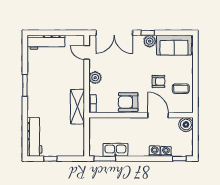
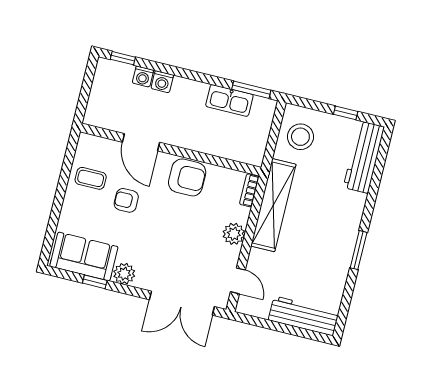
double door: (114, 33) -> (182, 303), swing flipped
window: (148, 33) -> (95, 282), moved
shelving: (77, 107) -> (273, 205), width x1.47
boiler: (186, 125) -> (97, 114), removed
stool: (72, 140) -> (300, 137), added

